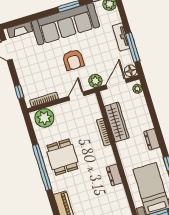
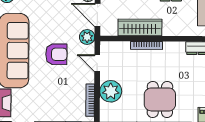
plant: (44, 118) -> (111, 91), moved
dining table: (62, 157) -> (160, 99), turned 90

